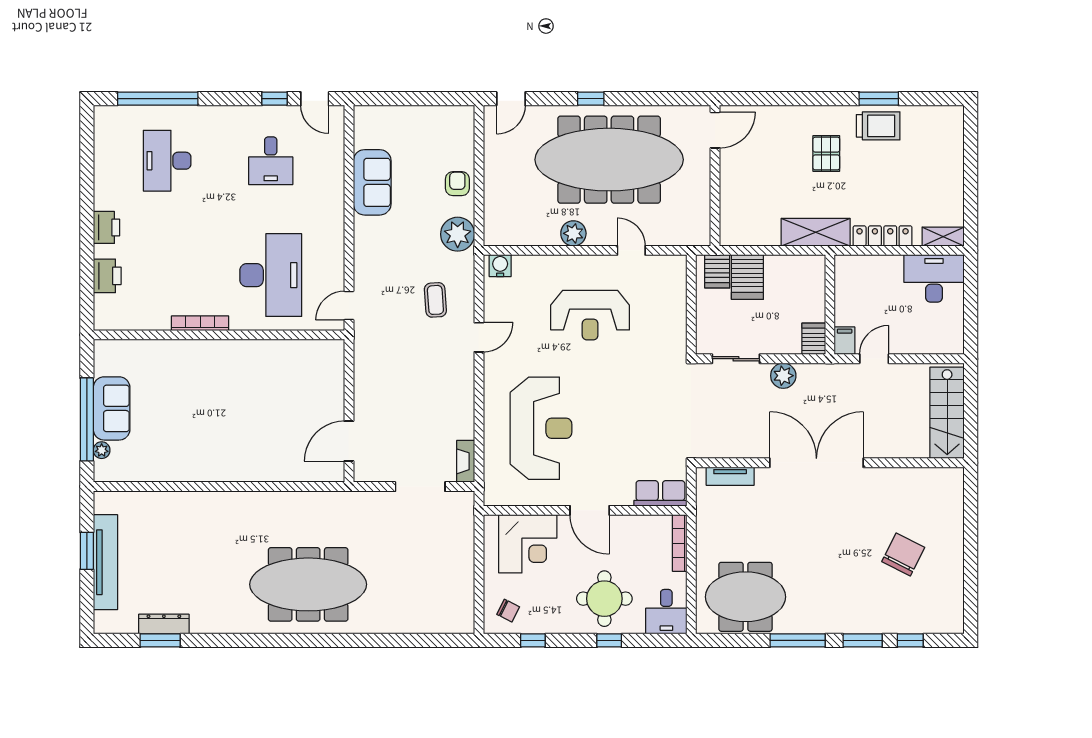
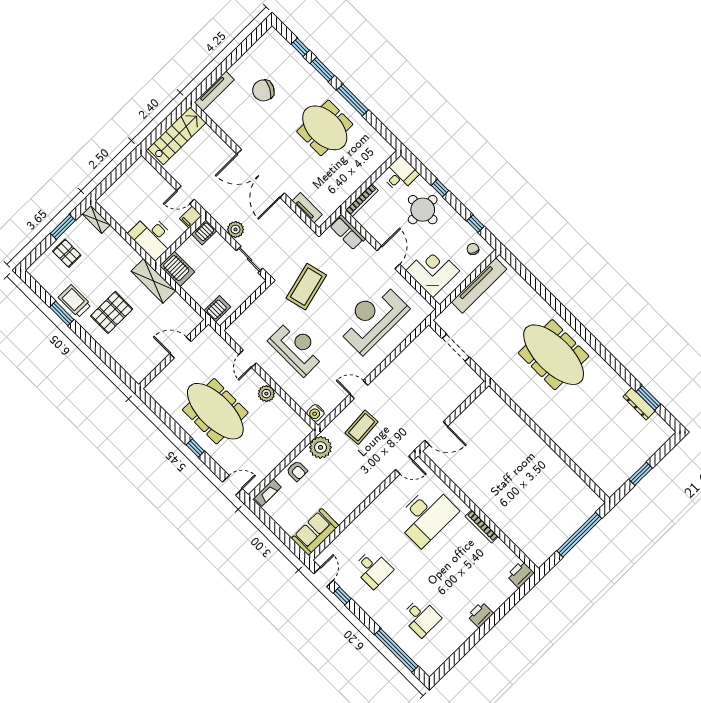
door: (715, 130) -> (180, 348), moved
pallet: (826, 154) -> (112, 312), width x1.50, depth x1.42
meeting table: (609, 160) -> (215, 411), width x0.73, depth x0.79
desk: (167, 161) -> (421, 617), width x0.73
desk: (271, 161) -> (373, 569), turned 90
pallet: (938, 169) -> (67, 253), added
sofa: (372, 182) -> (315, 532), moved
armchair: (457, 184) -> (297, 471), turned -90
window: (971, 193) -> (63, 227), added
locker: (883, 236) -> (124, 248), removed
desk: (271, 275) -> (426, 516), turned 180
printer: (107, 276) -> (520, 574), moved
server rack: (747, 277) -> (177, 269), moved, turned 90
desk: (934, 278) -> (152, 237), moved
coffee table: (435, 300) -> (362, 427), width x1.36, depth x1.30
coffee table: (646, 391) -> (306, 287), added
sofa: (112, 408) -> (563, 528), removed
door: (349, 441) -> (436, 433), moved
plant: (102, 450) -> (587, 514), removed
fireplace: (466, 461) -> (268, 493), moved
tv unit: (955, 501) -> (214, 91), added
tv unit: (105, 562) -> (479, 286), moved, turned 180
meeting table: (745, 597) -> (325, 128), moved

